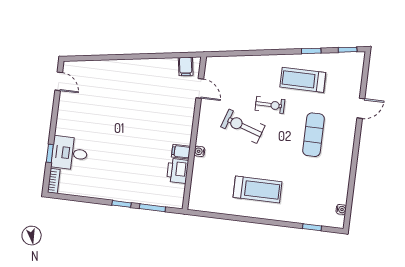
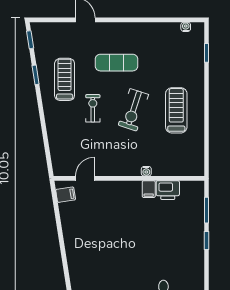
treadmill: (303, 80) -> (65, 79), turned 180
exercise bike: (243, 126) -> (133, 110), moved

